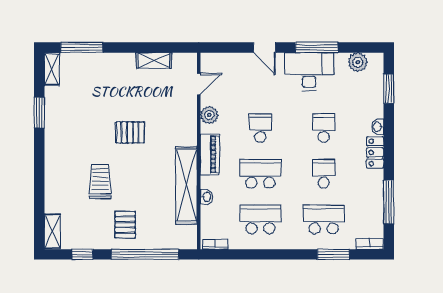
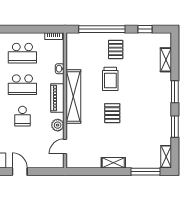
shelving: (154, 60) -> (113, 163), moved
pallet: (130, 132) -> (112, 113), turned 90
window: (39, 163) -> (175, 92), added
trolley: (100, 182) -> (110, 79), moved
shelving: (186, 185) -> (73, 96), moved
shelving: (52, 232) -> (166, 60), moved

